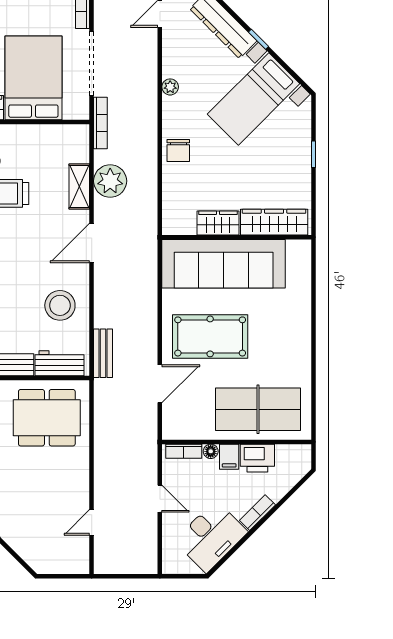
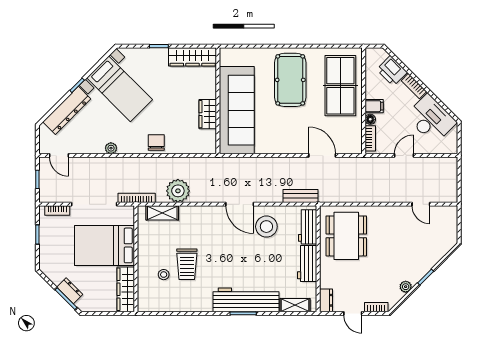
chair: (178, 150) -> (156, 142), turned -90
shelving: (79, 186) -> (162, 213), moved
wardrobe: (274, 222) -> (193, 57), moved, turned -90
door: (92, 243) -> (240, 204), moved
pool table: (210, 336) -> (290, 80), moved
printer: (257, 458) -> (392, 71), moved, turned 135

